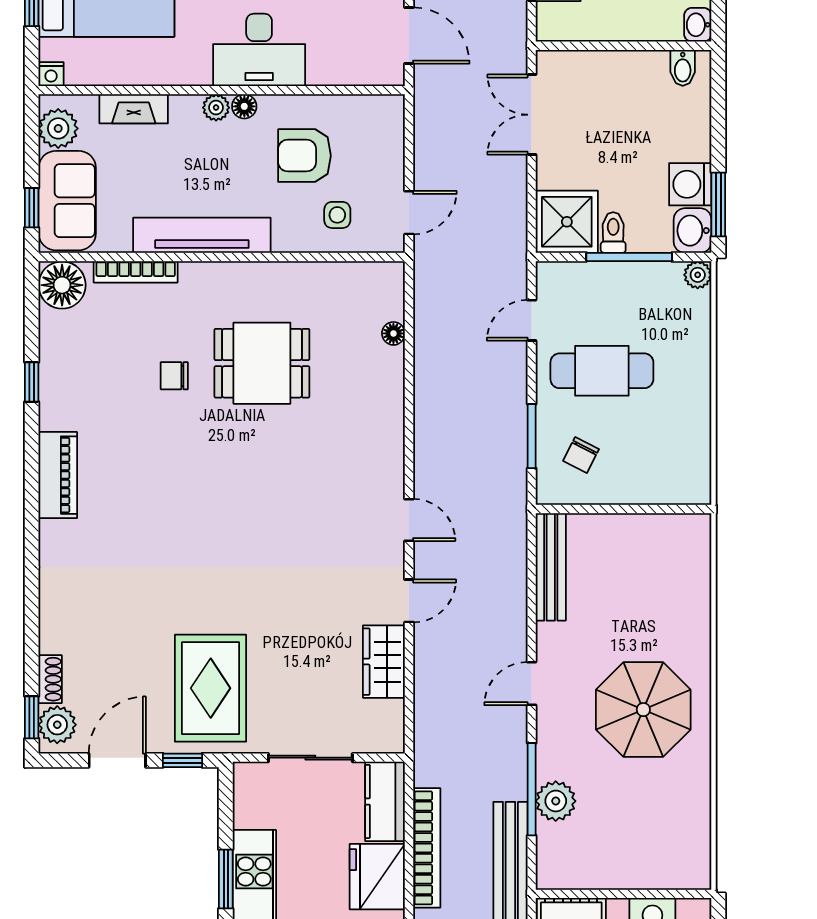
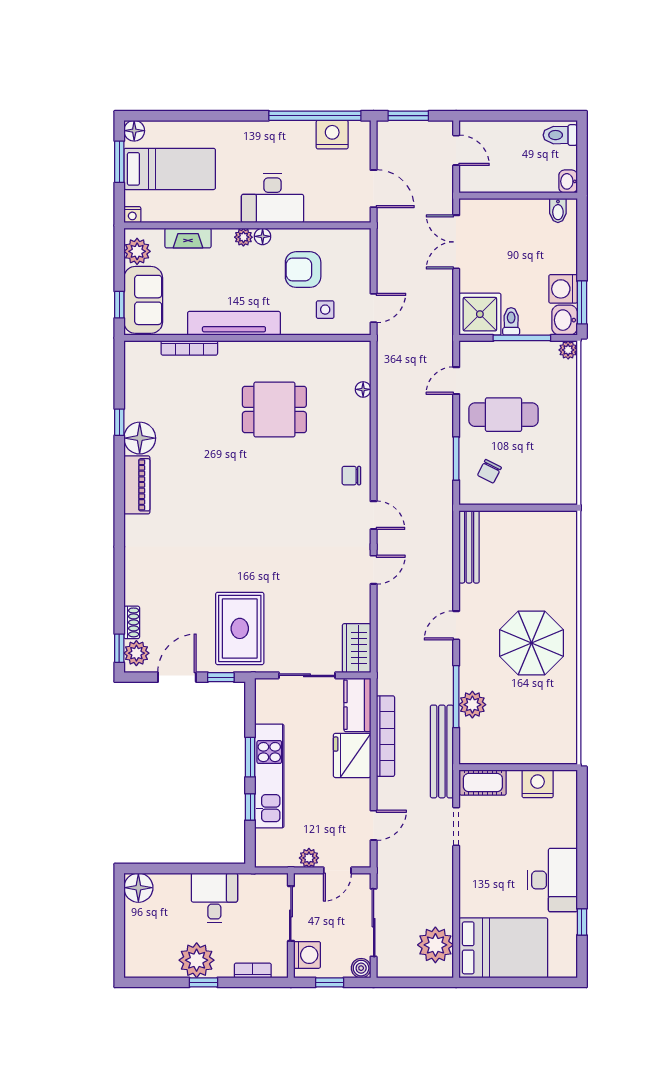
floor lamp: (62, 285) -> (140, 438), moved
chair: (174, 376) -> (351, 476), moved
wardrobe: (384, 662) -> (357, 648), moved

